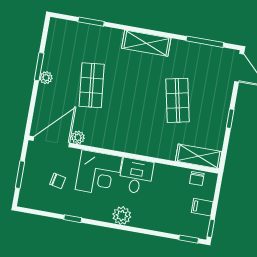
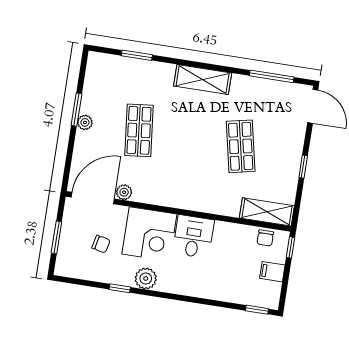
plant: (122, 216) -> (146, 279), moved
window: (211, 228) -> (291, 247), moved

